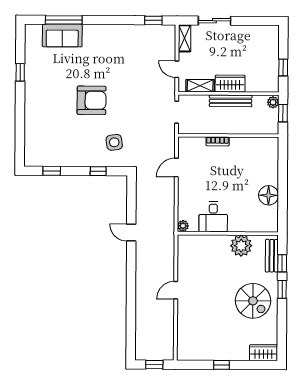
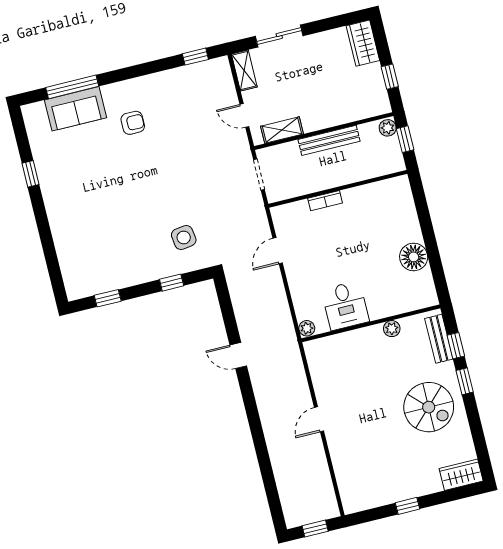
wardrobe: (230, 84) -> (363, 43), moved, turned -90
armchair: (92, 100) -> (133, 123), moved, width x0.53, depth x0.53
plant: (241, 246) -> (392, 329), width x0.53, depth x0.53

